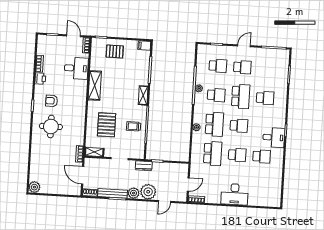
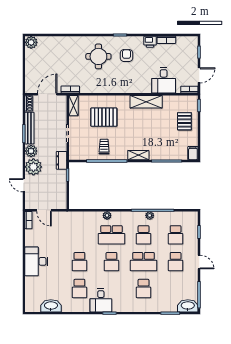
washbasin: (283, 58) -> (188, 306), added
school desk: (213, 153) -> (79, 235), removed
washbasin: (276, 183) -> (51, 306), added

